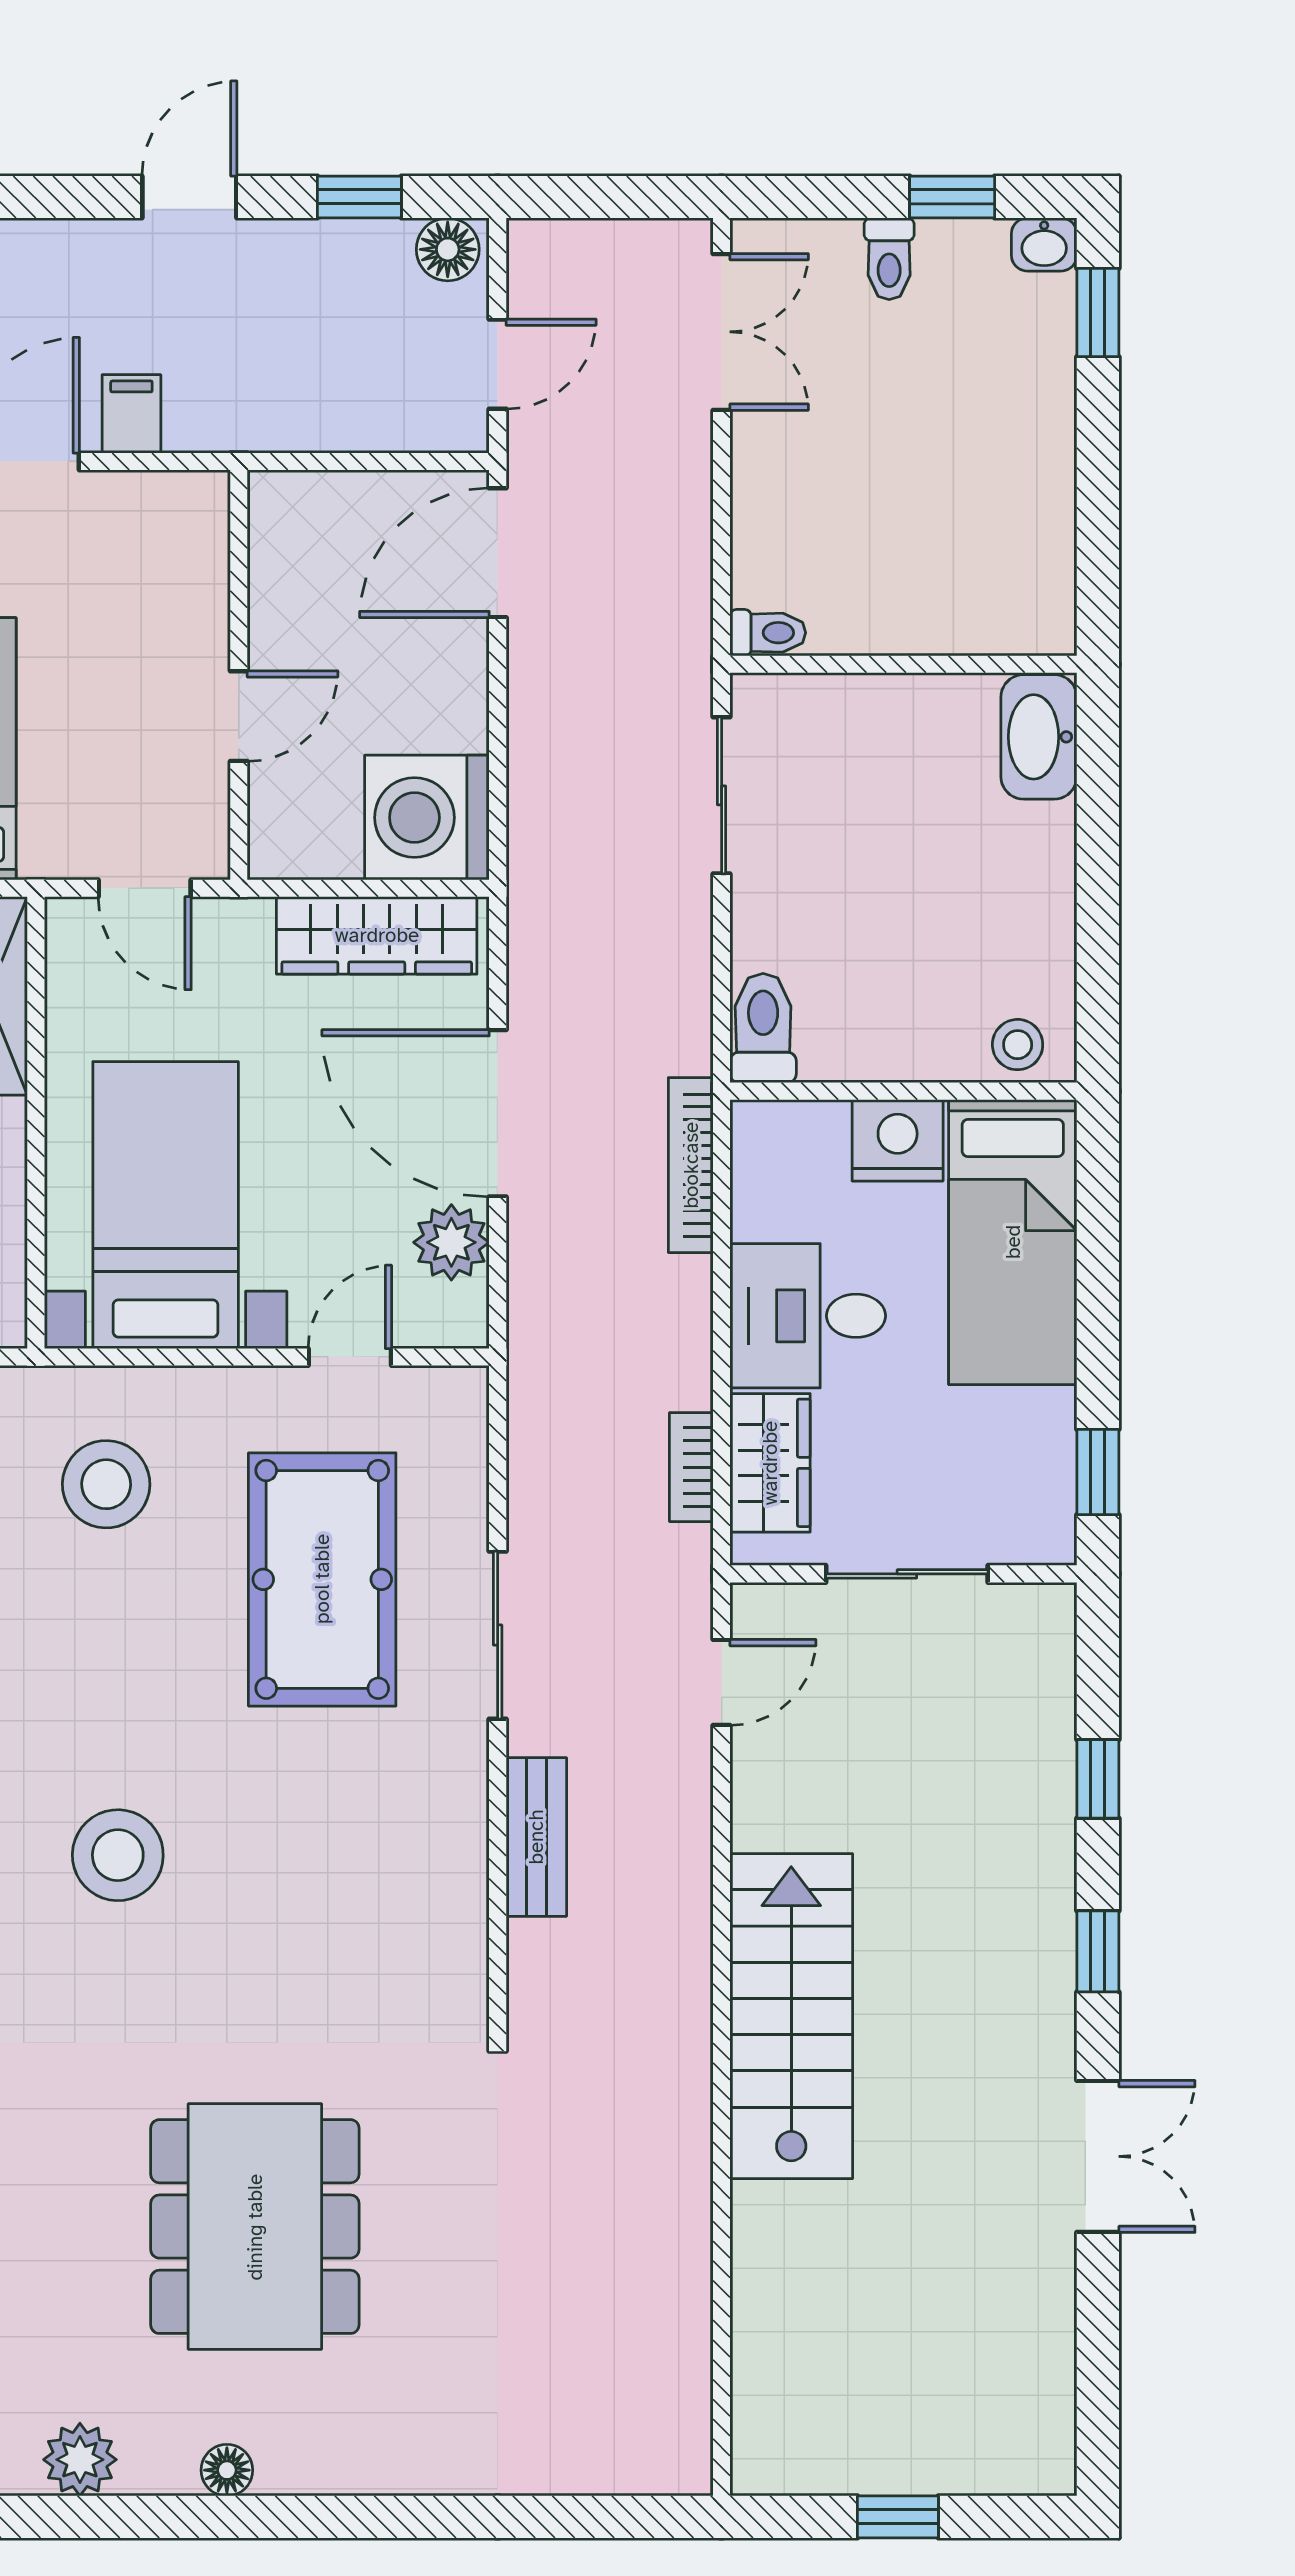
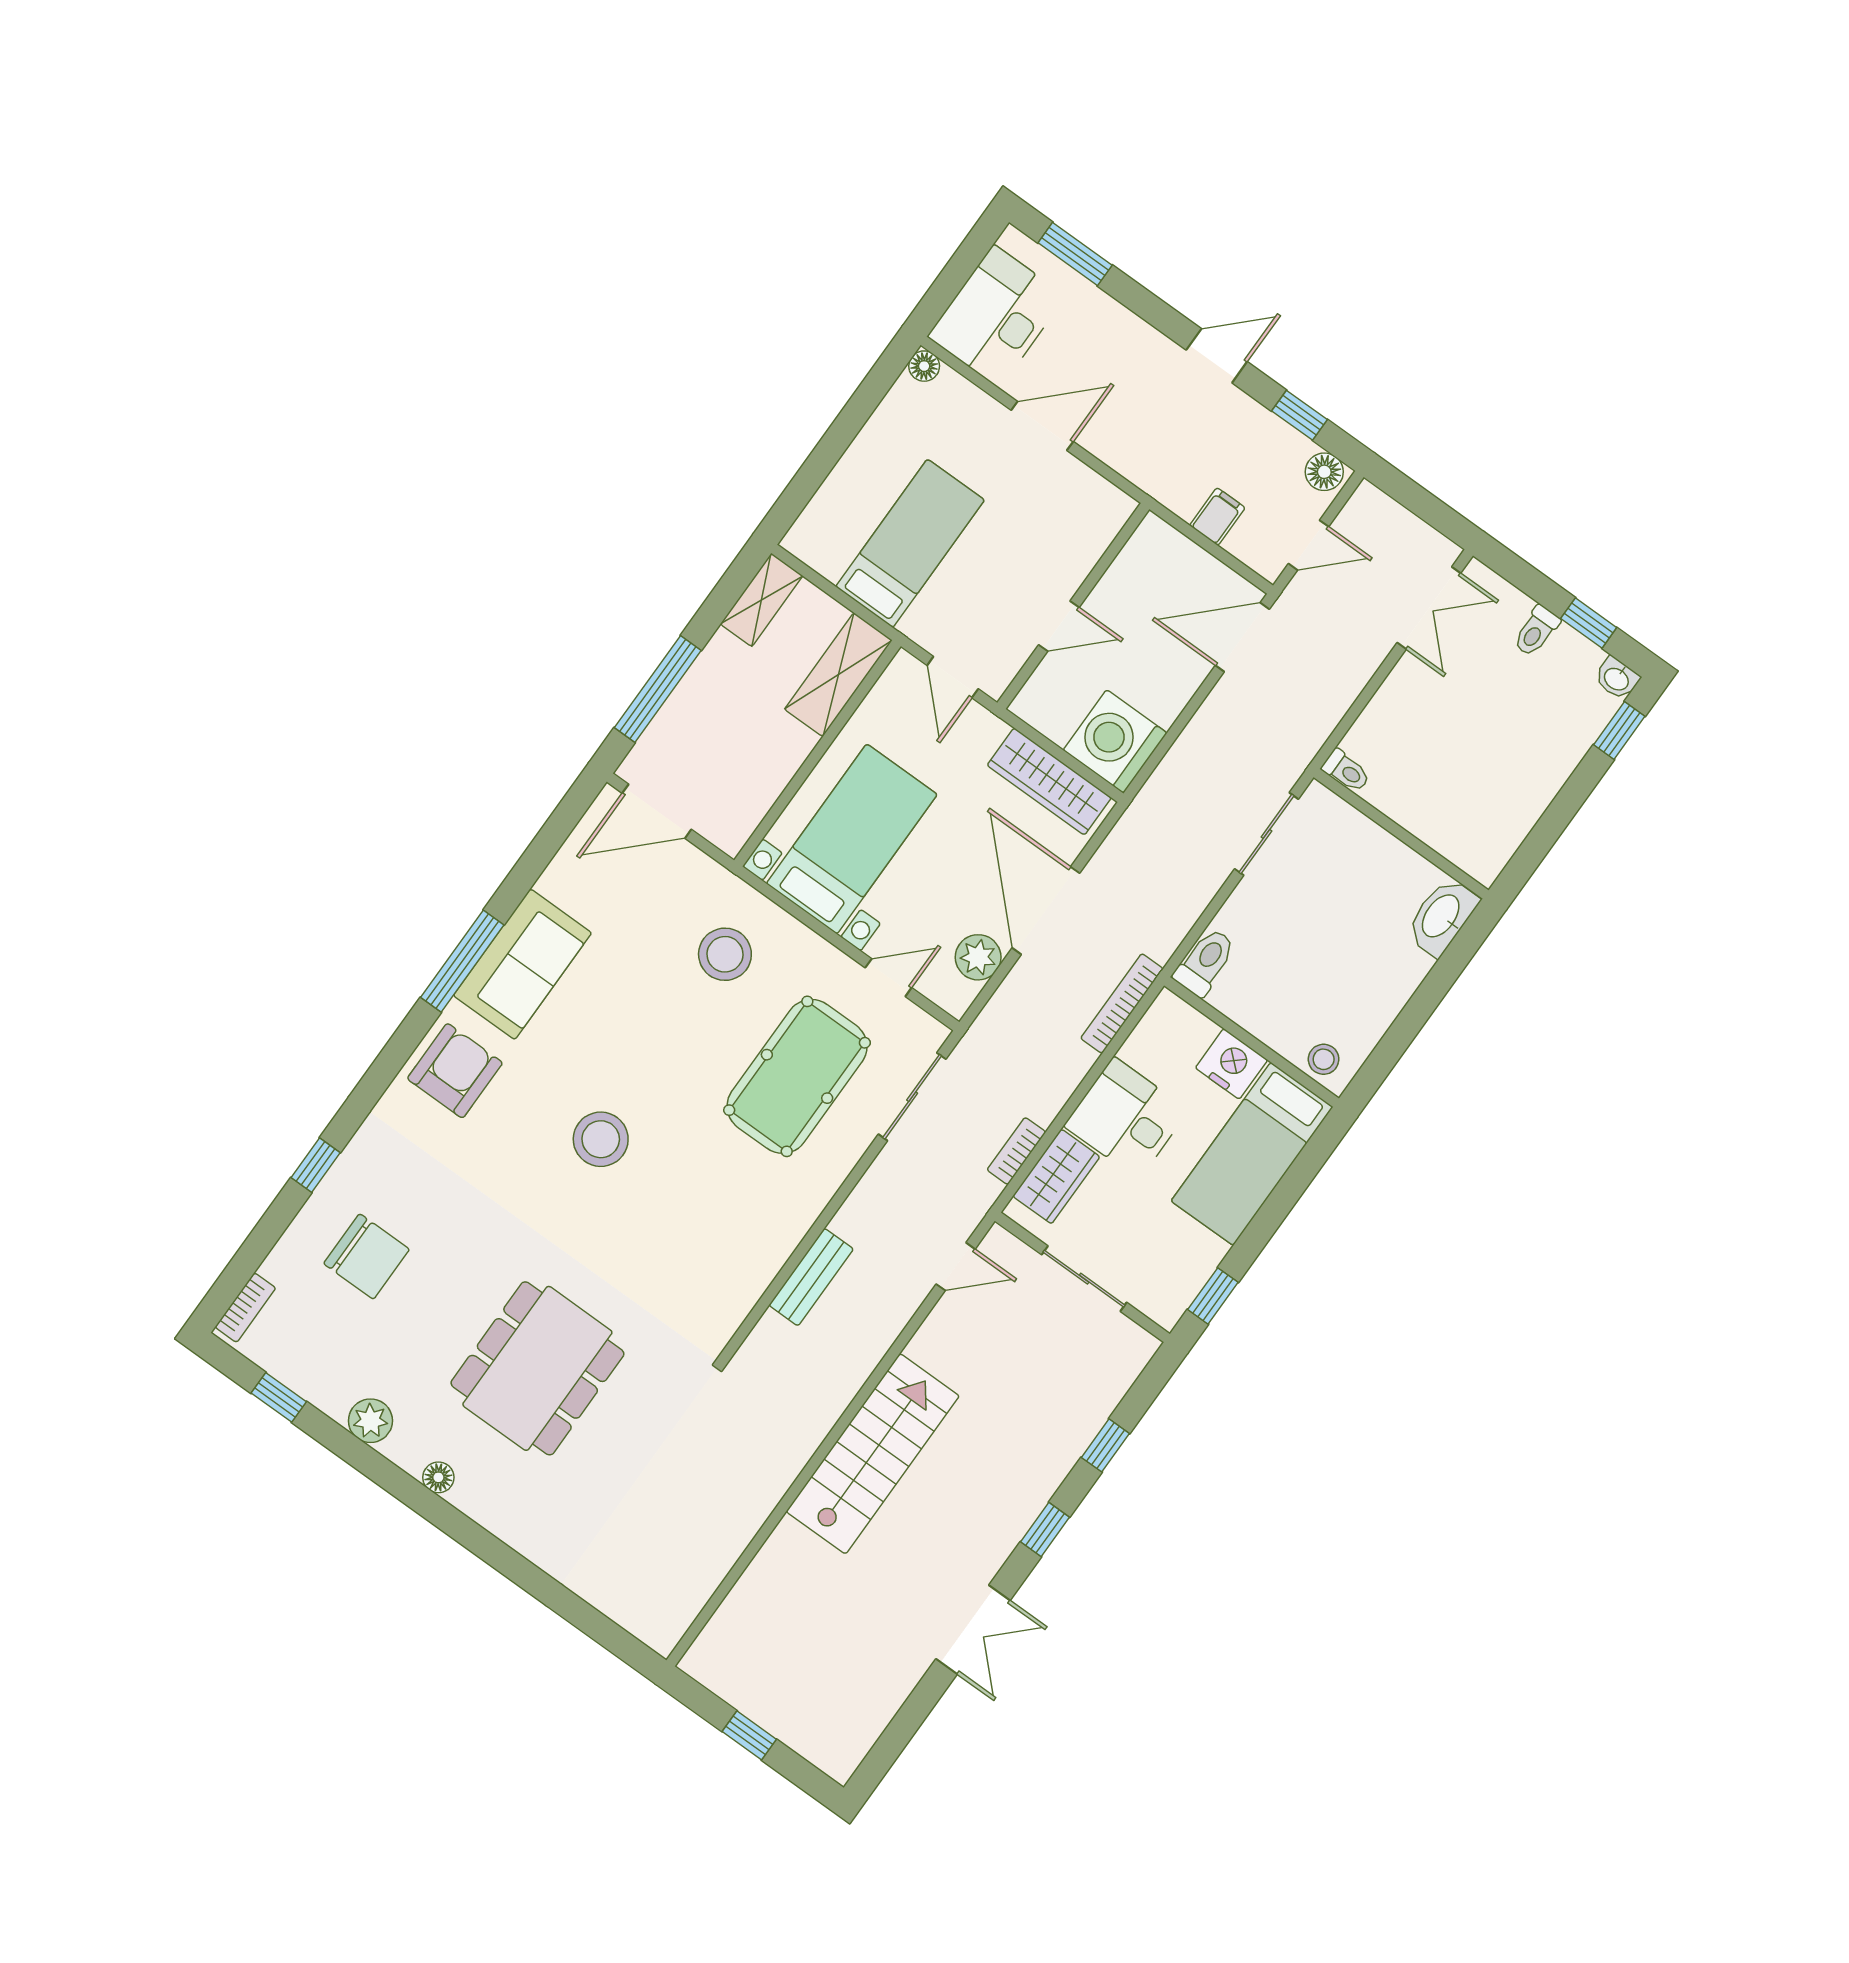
filing cabinet: (131, 414) -> (1217, 517), moved
sliding door: (498, 1635) -> (912, 1097), moved

